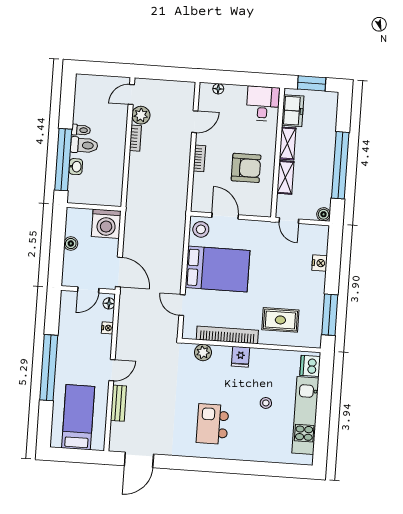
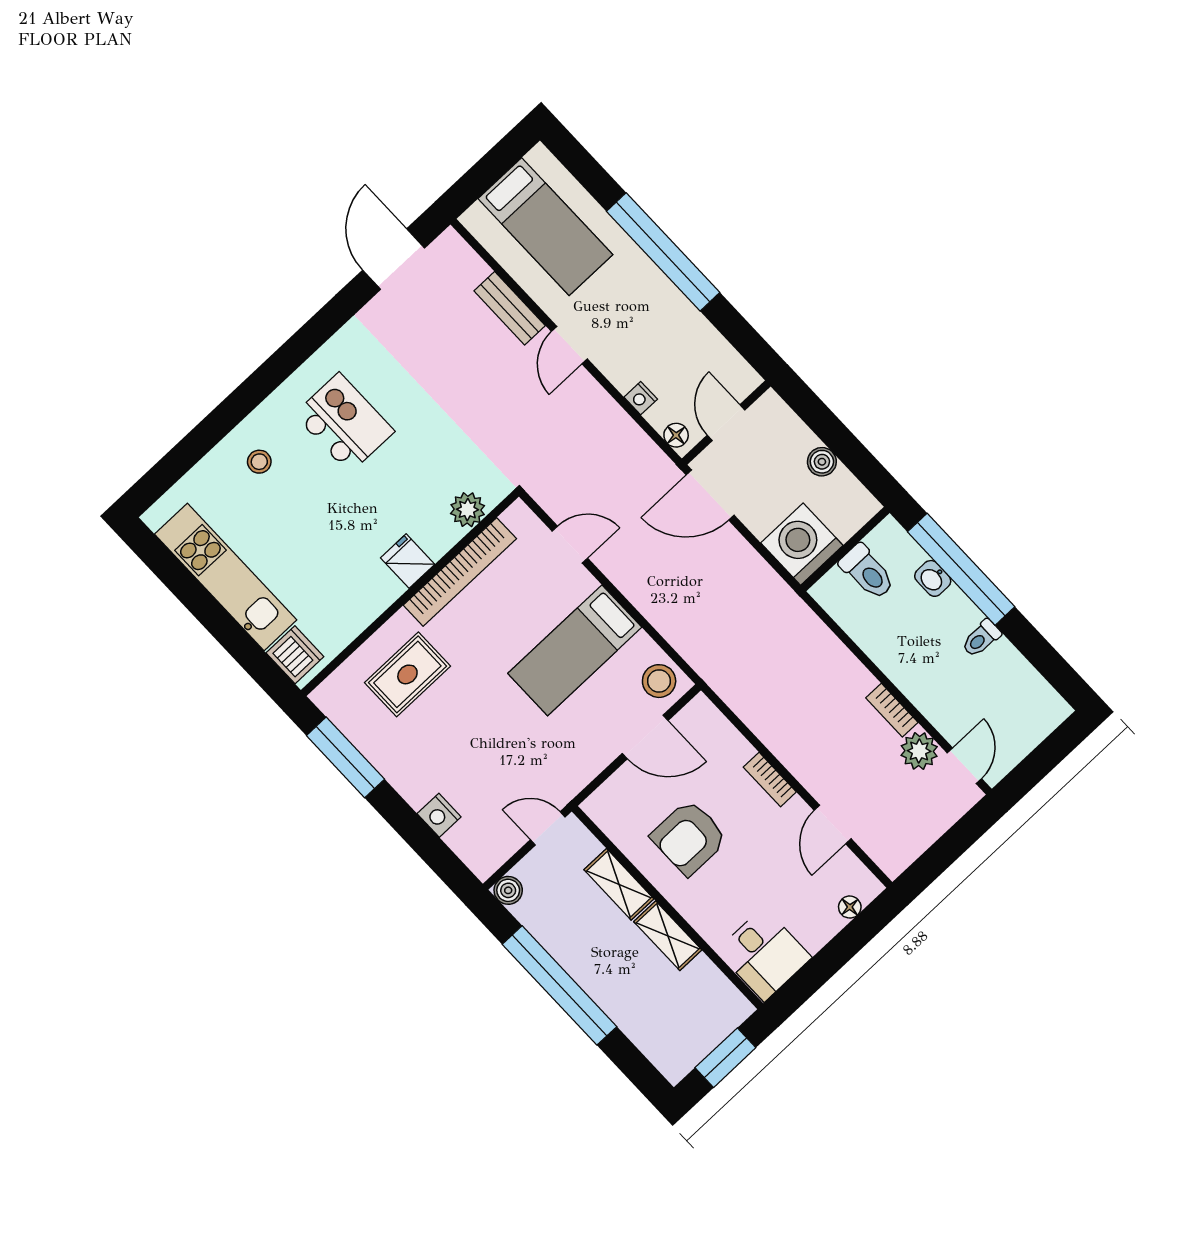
freezer: (293, 111) -> (711, 990), removed
toilet: (84, 145) -> (867, 572), moved, turned -90
bed: (217, 269) -> (575, 650), width x0.67
stool: (266, 403) -> (259, 462), moved

